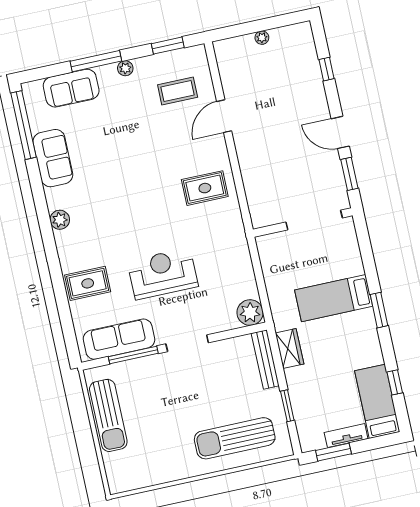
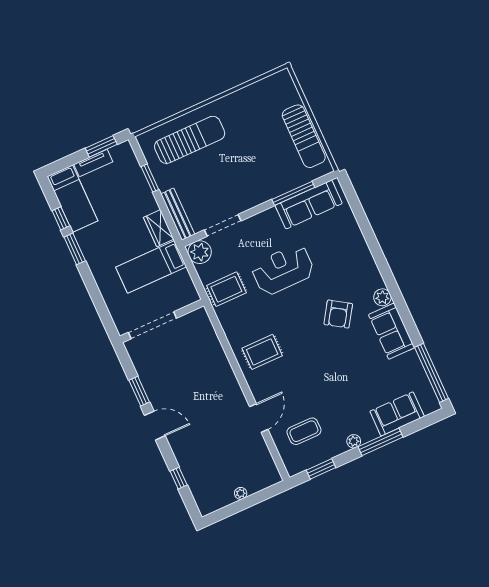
sofa: (53, 158) -> (392, 331), moved
armchair: (112, 212) -> (338, 314), added
doorway: (314, 220) -> (152, 325), moved
wall: (303, 222) -> (162, 321), moved
reception desk: (163, 274) -> (283, 270), turned 180
rug: (88, 283) -> (226, 289), moved
bed: (334, 298) -> (151, 267), moved, turned 180
window: (379, 310) -> (75, 249), moved
doorway: (187, 343) -> (223, 225), moved
sun lounger: (108, 415) -> (304, 136), turned 180

